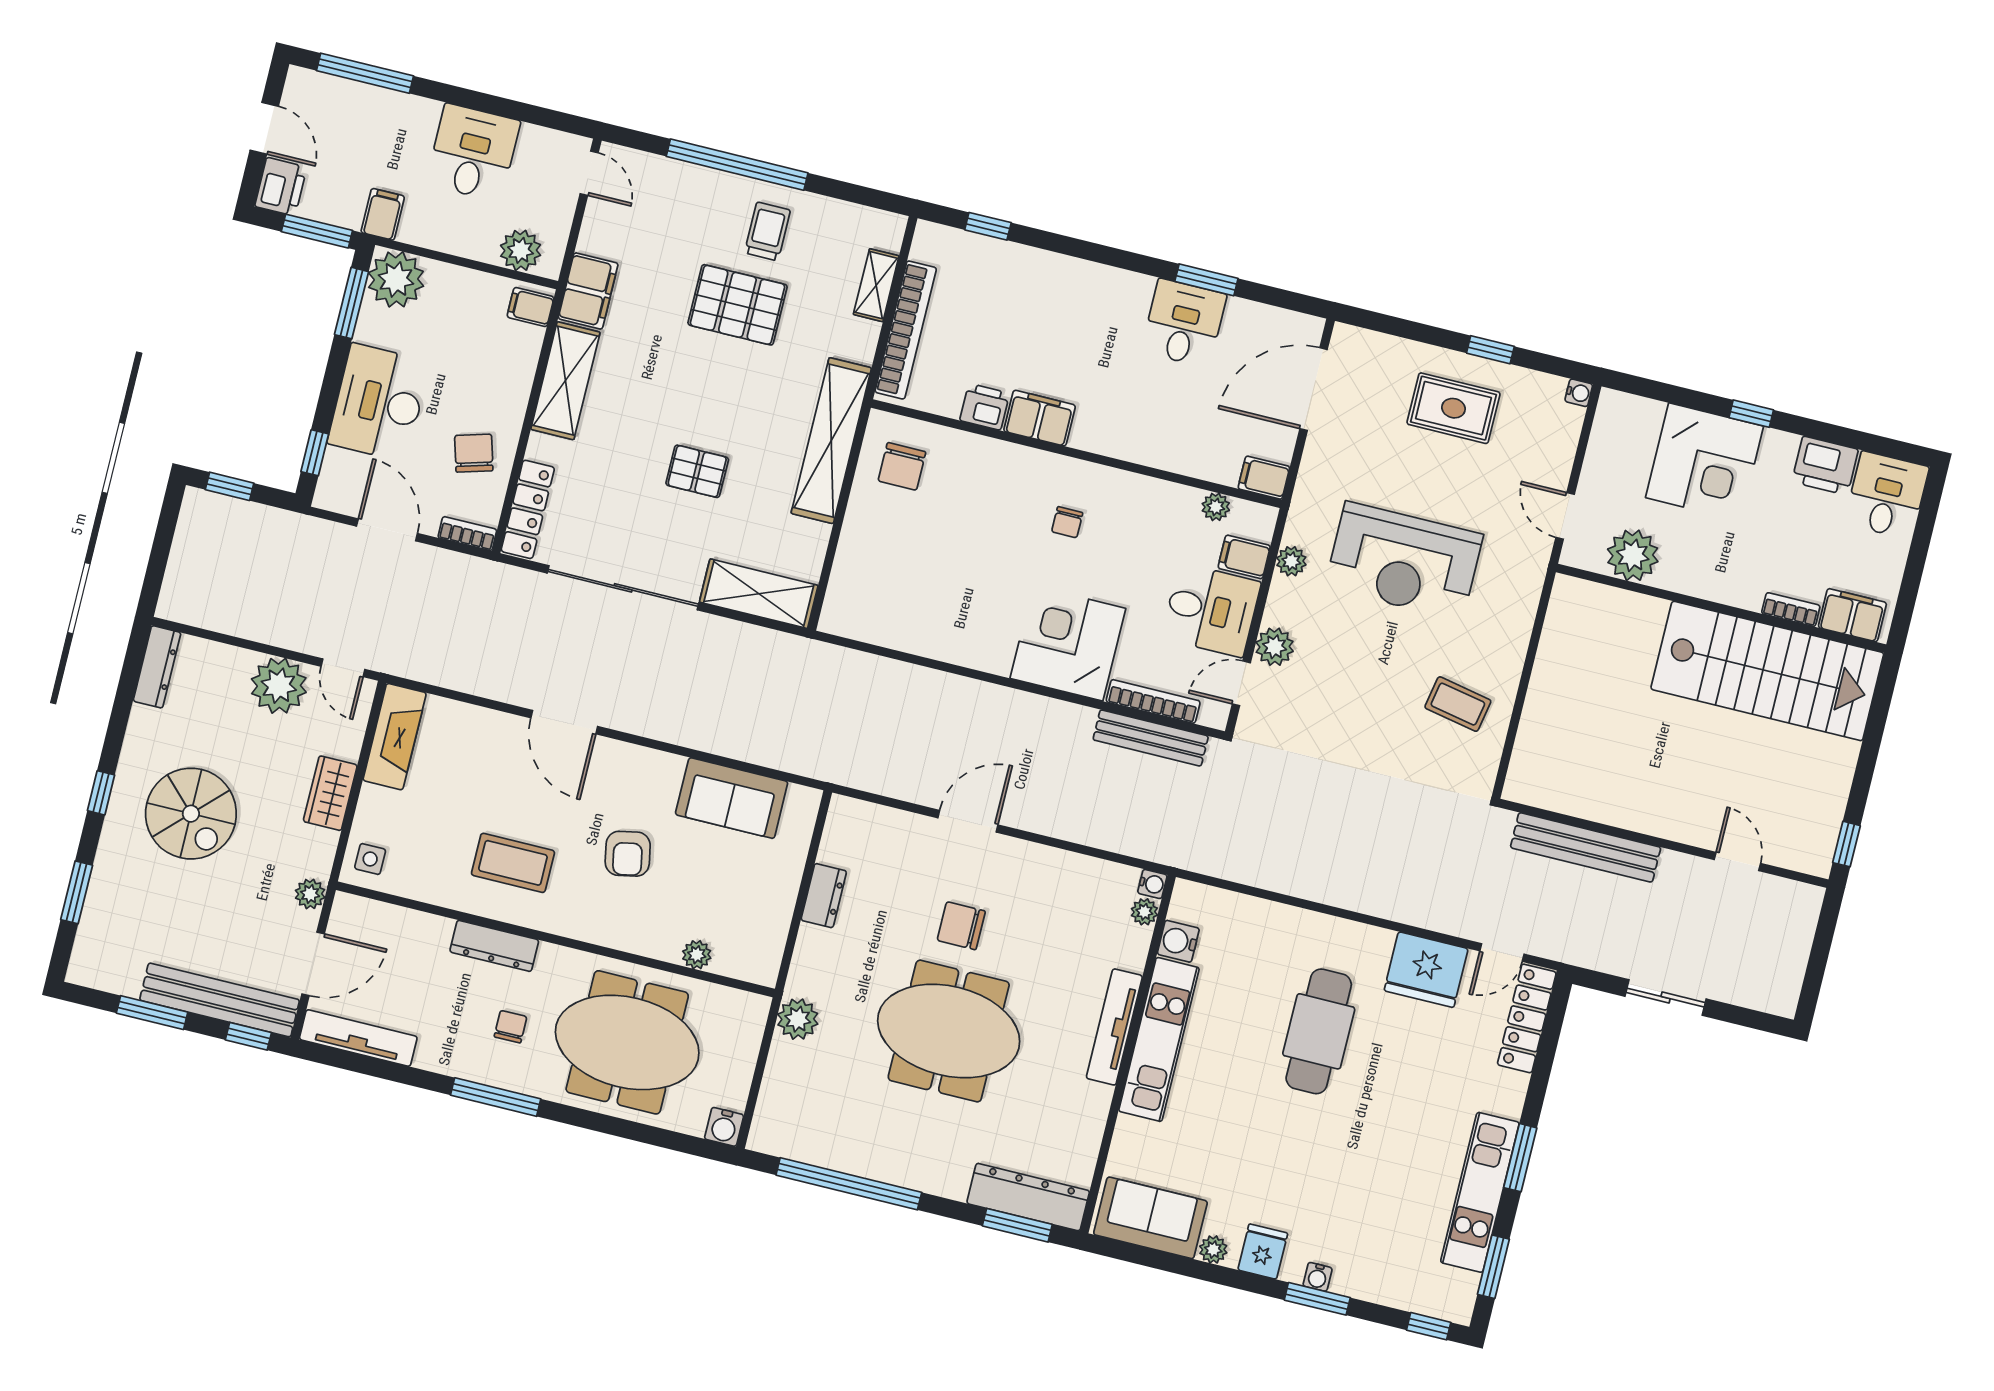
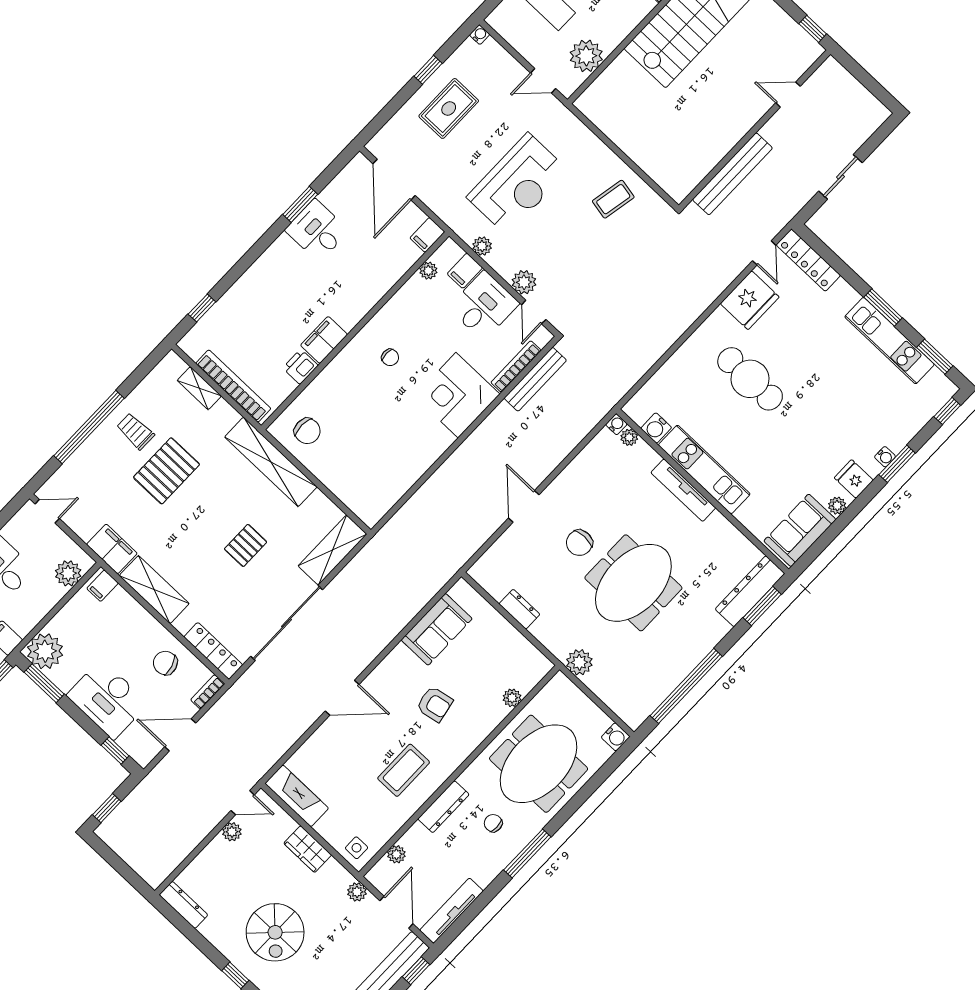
plant: (279, 686) -> (232, 832), width x0.53, depth x0.53
spiral stairs: (191, 814) -> (275, 932), turned 90
plant: (392, 919) -> (396, 854), added

